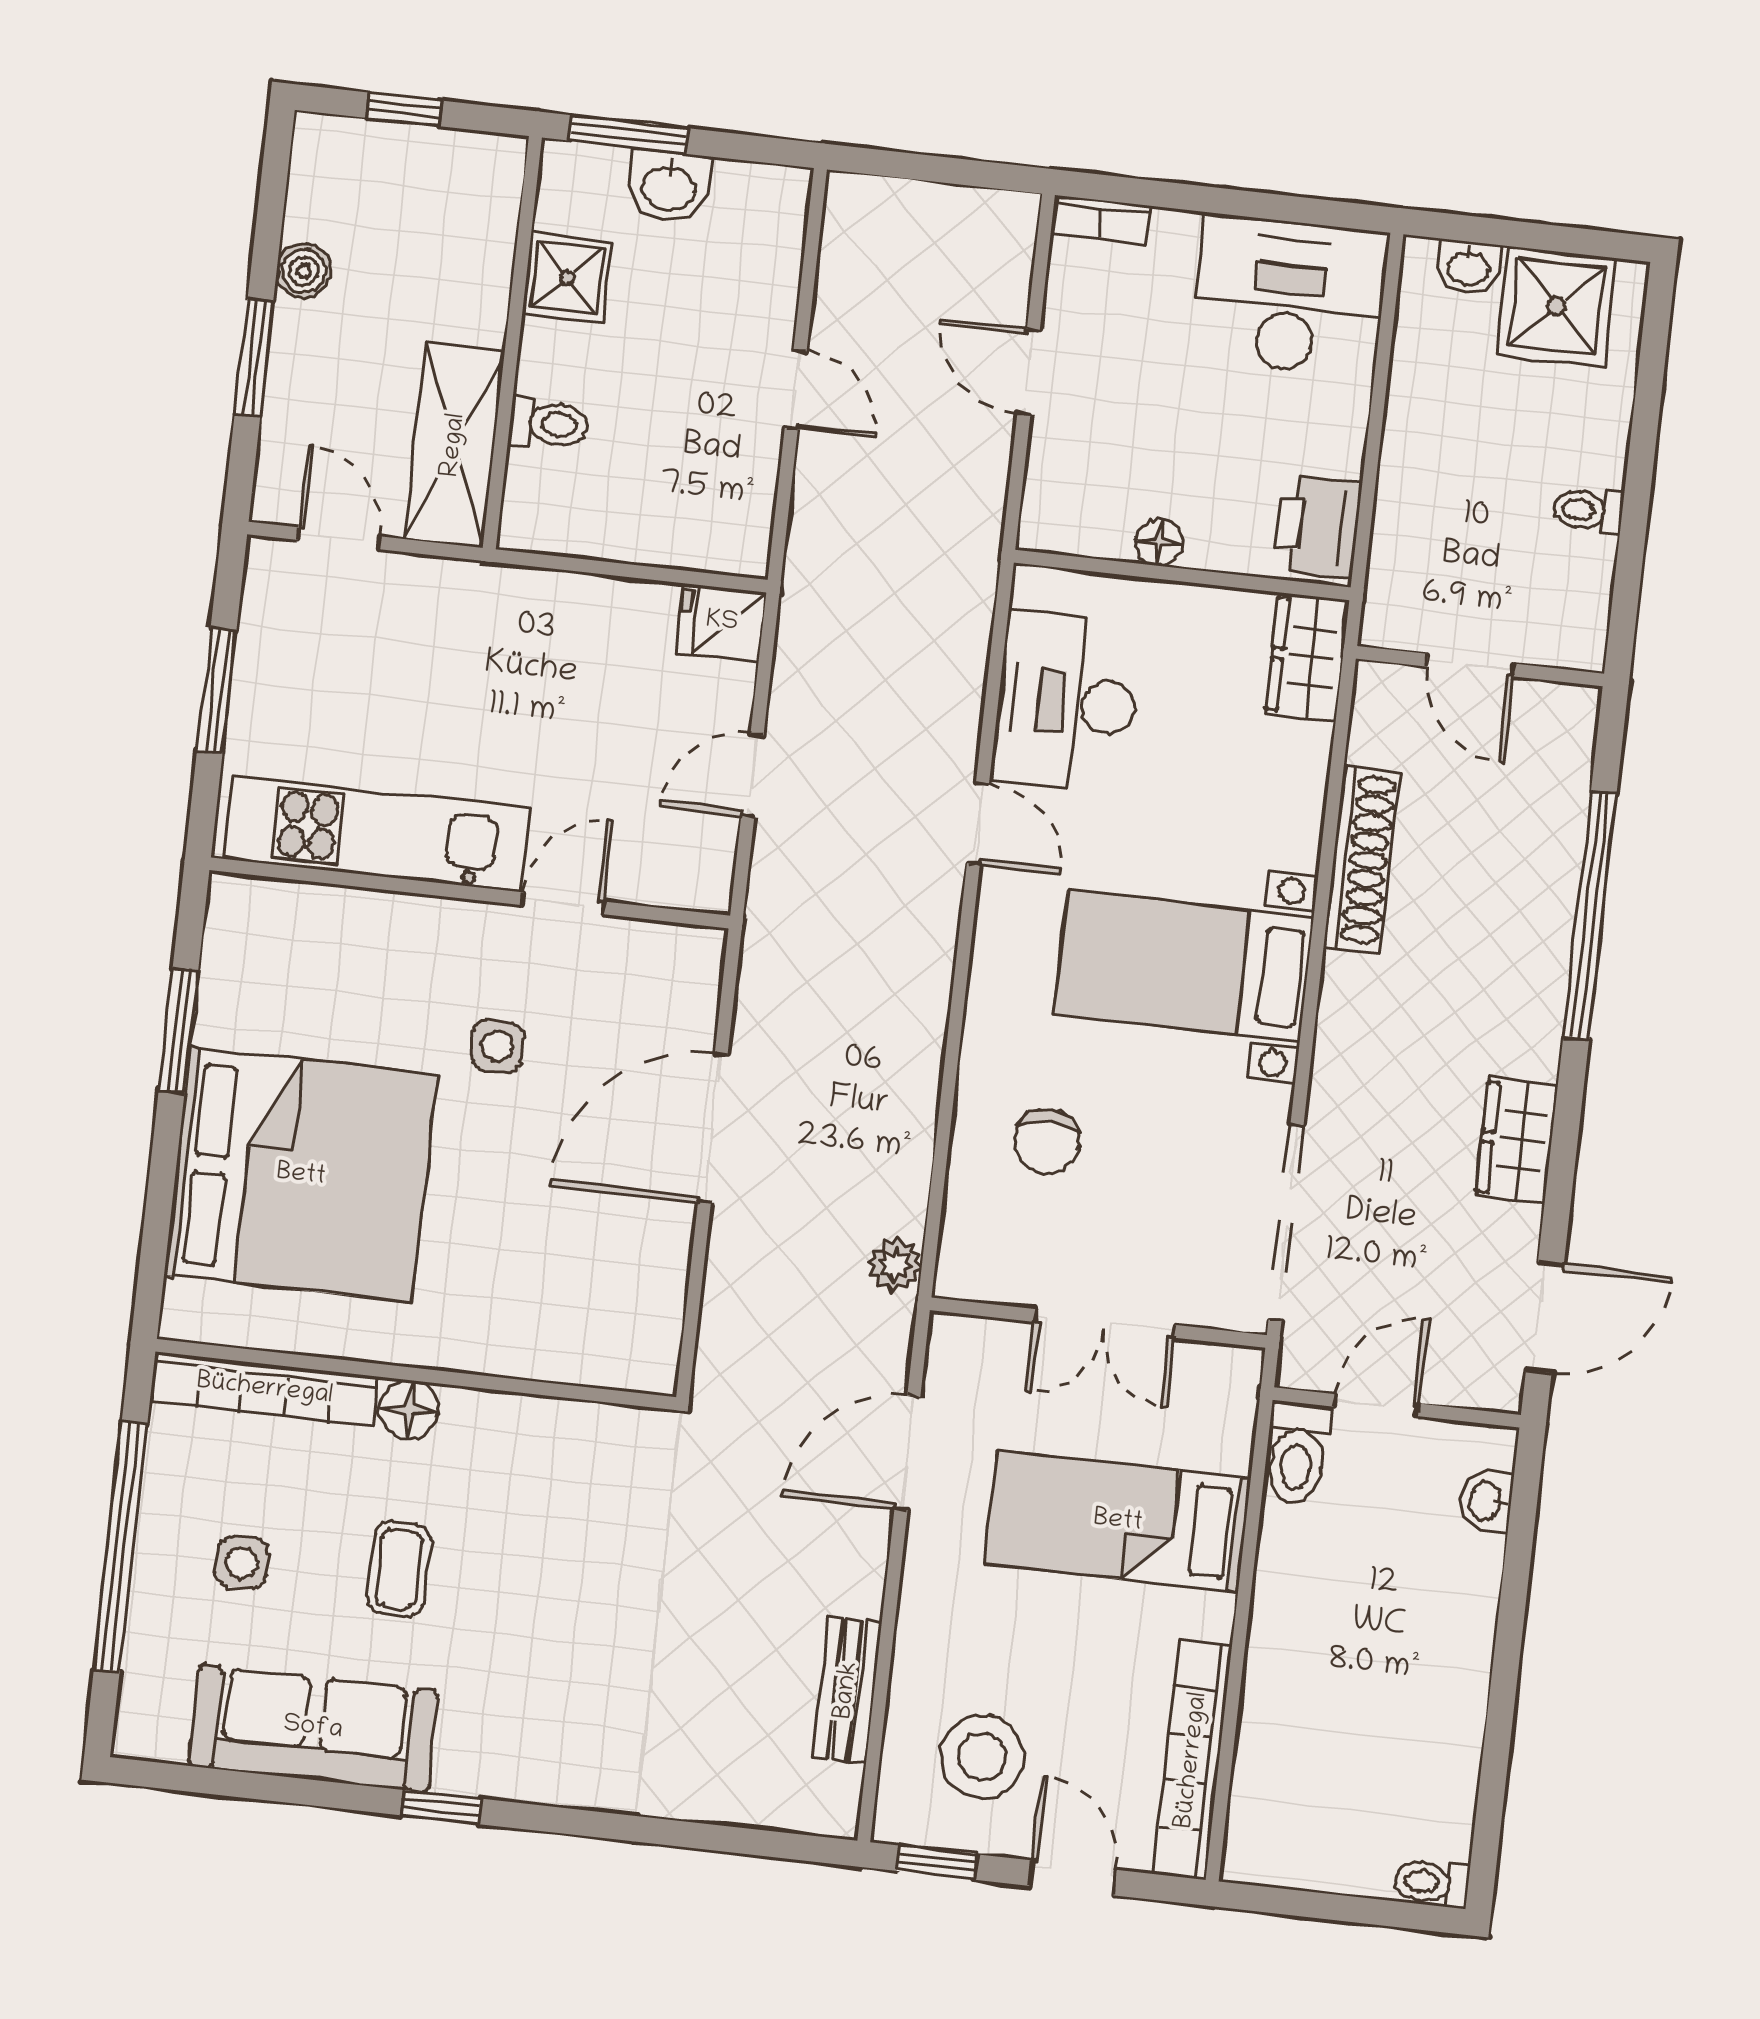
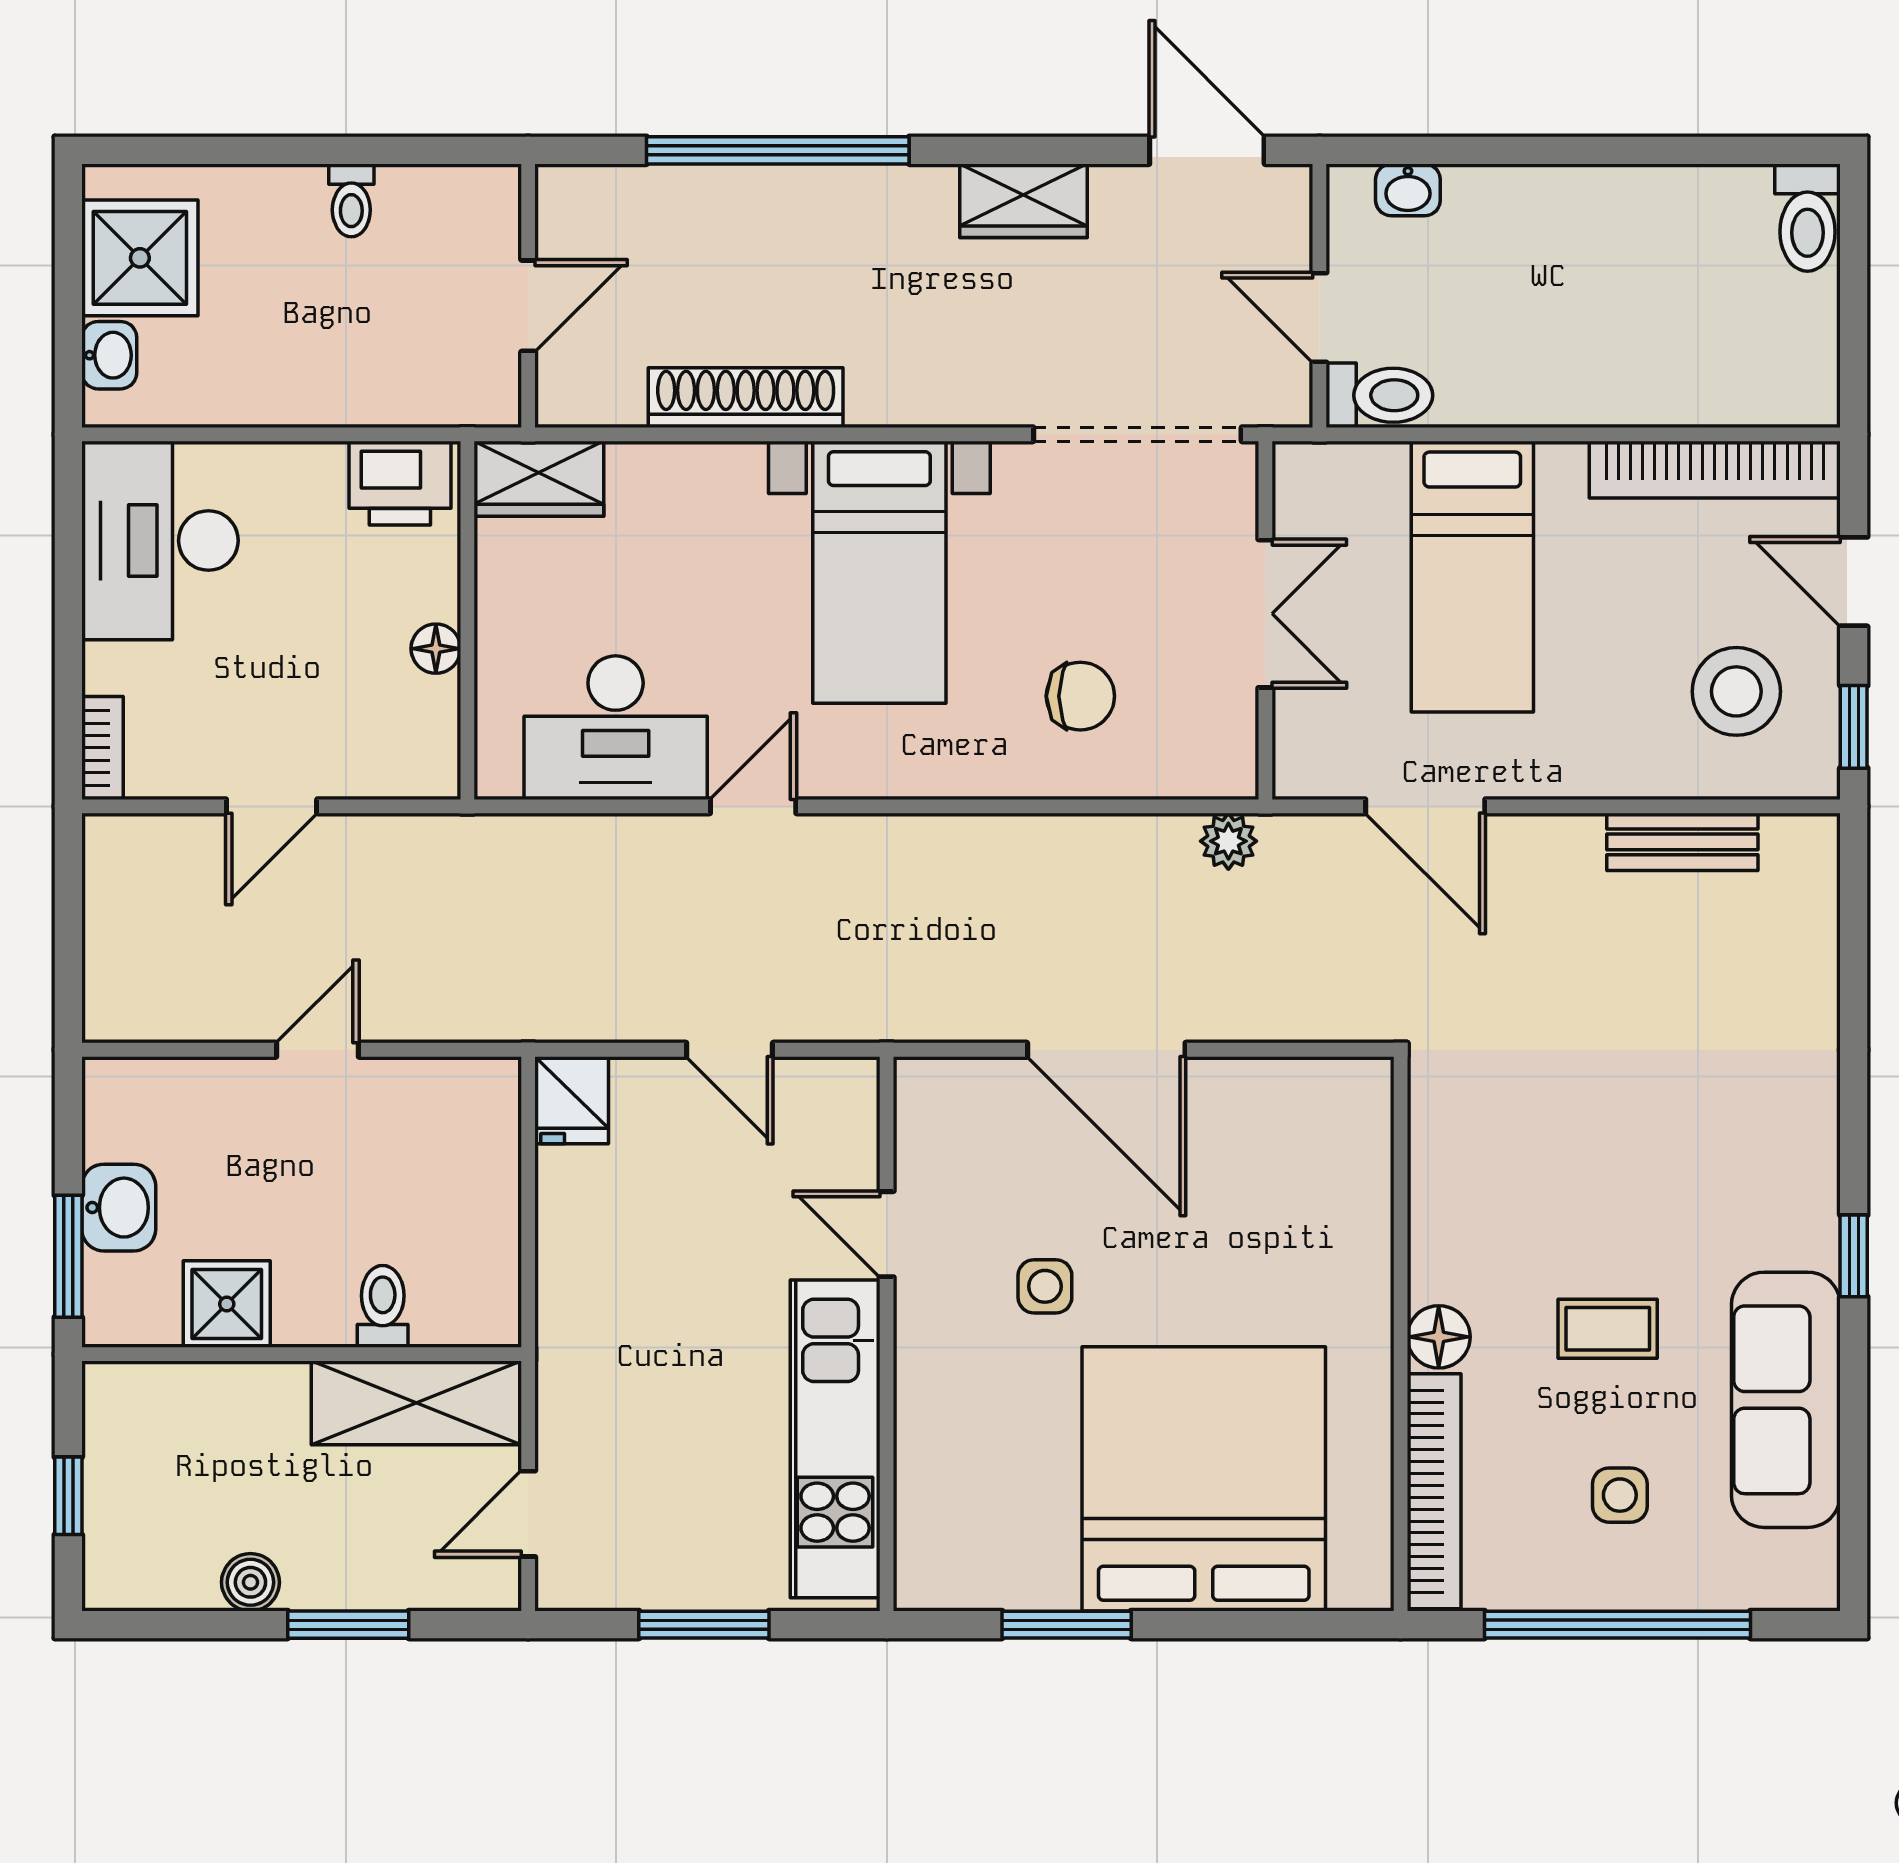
door: (1073, 1878) -> (1854, 582), hinge flipped
toilet: (1432, 1883) -> (1808, 218), width x1.37, depth x1.39

